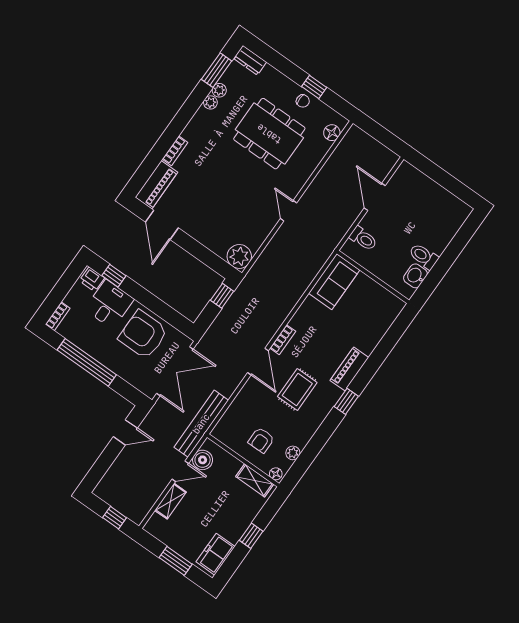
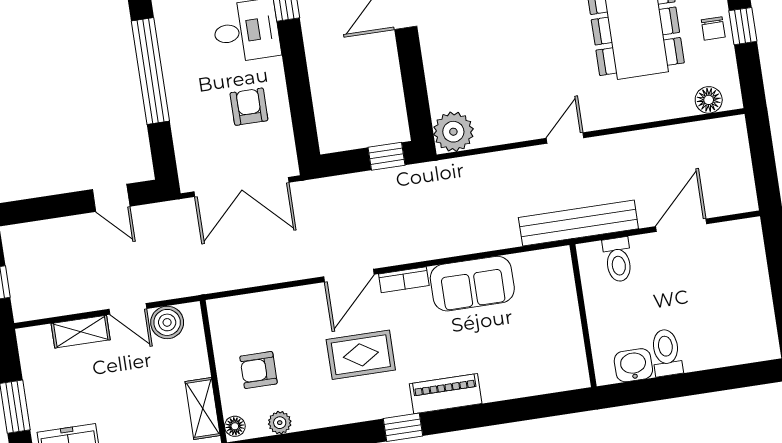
sofa: (334, 282) -> (472, 284), moved
armchair: (143, 335) -> (249, 107), width x0.53, depth x0.53
bench: (201, 424) -> (578, 223), moved

